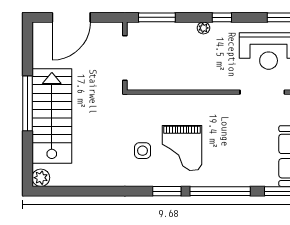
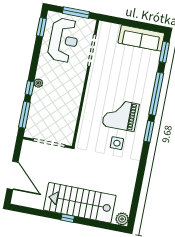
window: (222, 17) -> (30, 88), moved
window: (27, 103) -> (68, 218), width x0.32
grand piano: (182, 148) -> (120, 115), turned 180

